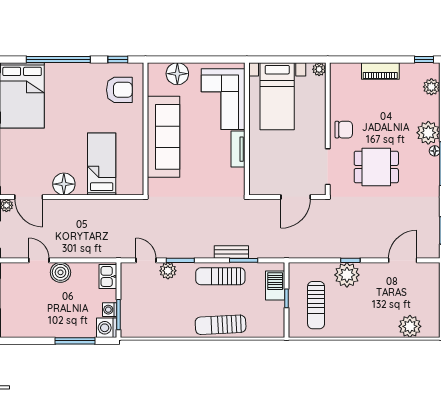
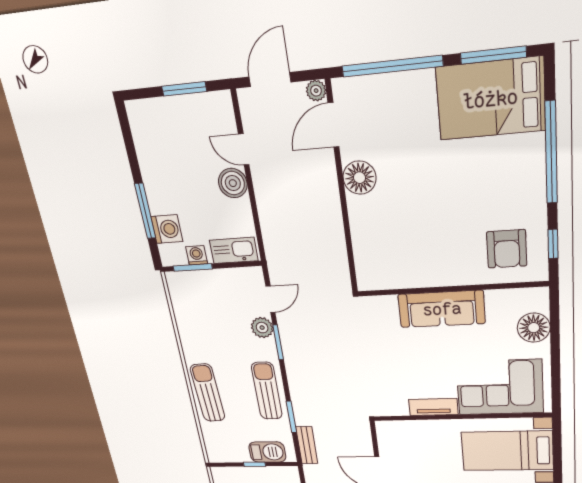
sofa: (163, 137) -> (442, 309), width x0.74, depth x0.79
bed: (102, 164) -> (395, 231), removed
bench: (231, 252) -> (307, 445), moved
door: (39, 260) -> (244, 149), swing flipped
kitchen sink: (108, 276) -> (234, 250), width x1.38
washing machine: (107, 328) -> (167, 229), moved, turned 90

